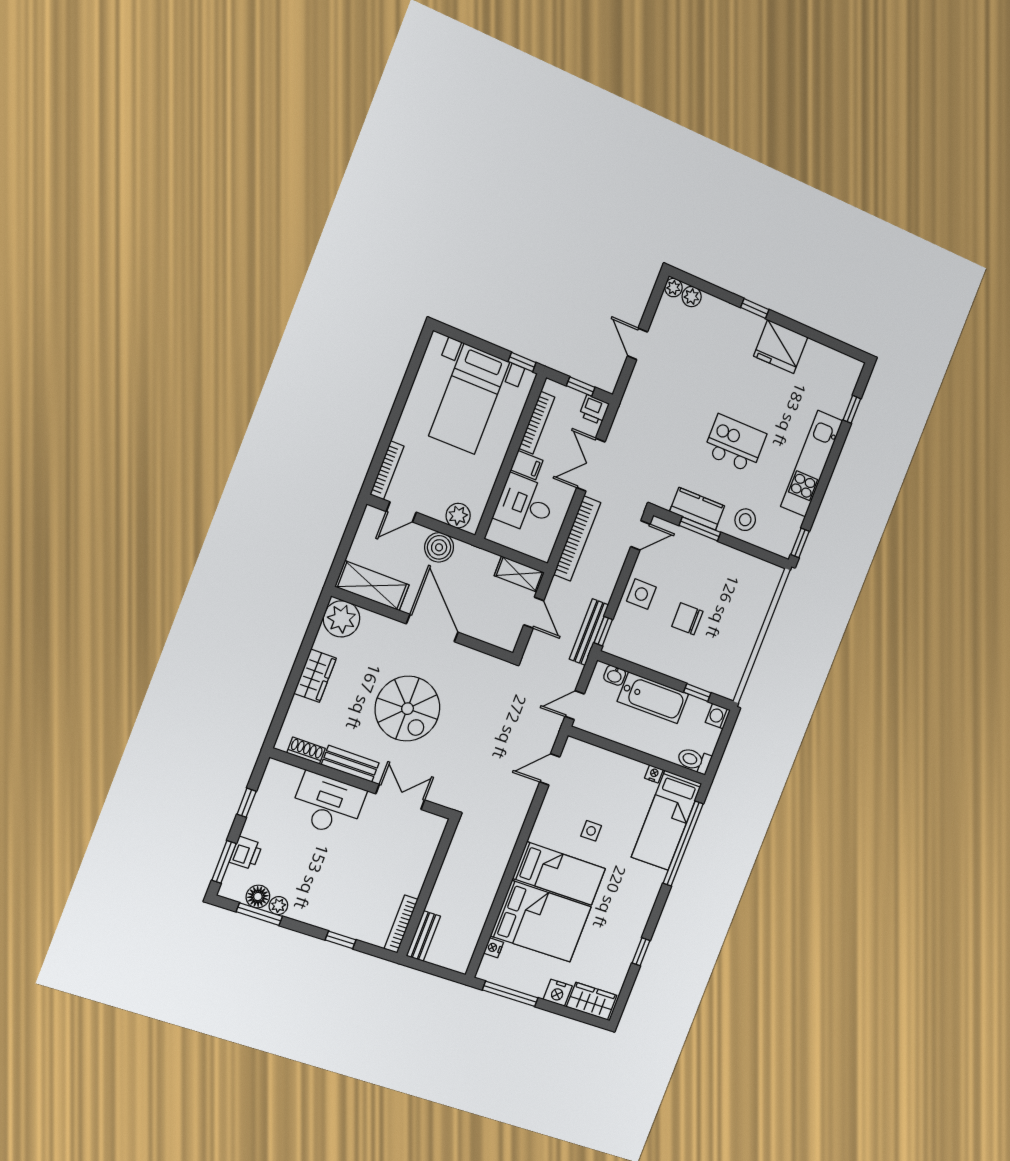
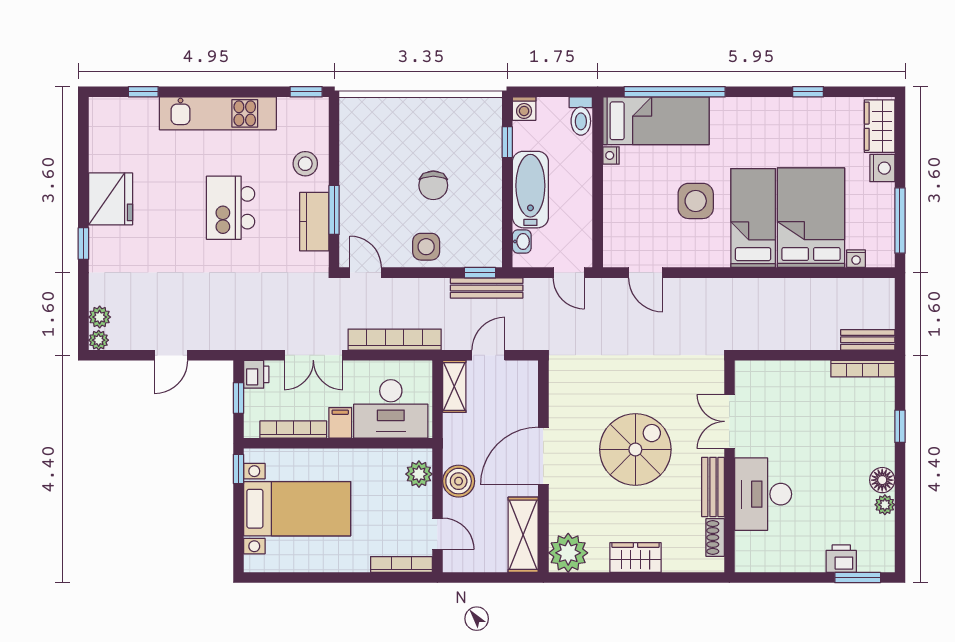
desk: (525, 504) -> (391, 409), width x1.37
window: (247, 803) -> (789, 578), removed
side table: (591, 831) -> (696, 201), width x1.87, depth x1.87
floor lamp: (258, 896) -> (882, 480), moved
window: (259, 914) -> (900, 521), removed

